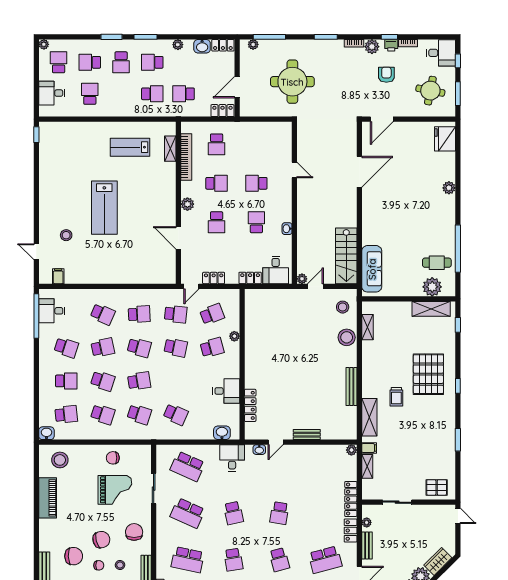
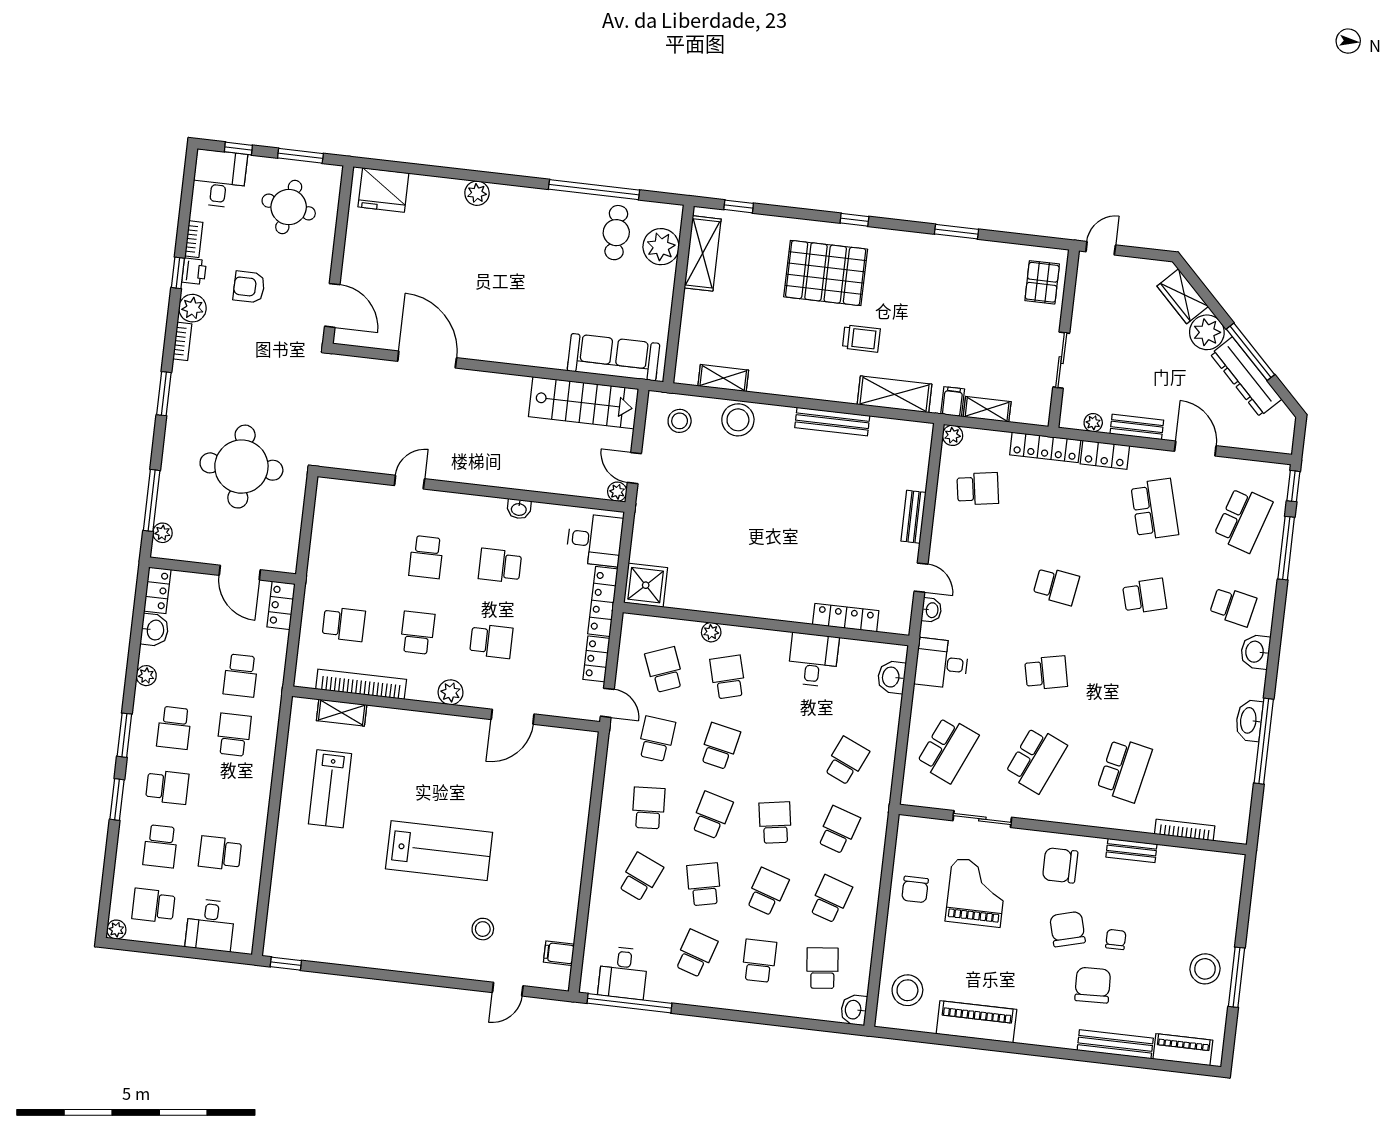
locker: (250, 278) -> (603, 601), width x1.53
shower: (255, 299) -> (646, 585), added
school desk: (233, 560) -> (978, 489), moved
stool: (120, 565) -> (1120, 899), removed

